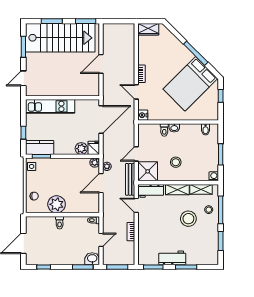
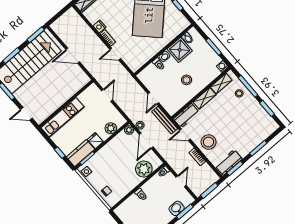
door: (101, 64) -> (73, 56), hinge flipped
door: (23, 78) -> (26, 114), hinge flipped
nightstand: (143, 115) -> (99, 27), moved
door: (101, 120) -> (107, 95), width x0.53
fridge: (94, 148) -> (95, 141), moved
shower: (148, 171) -> (180, 50), moved
plant: (57, 204) -> (144, 169), moved
stool: (188, 219) -> (209, 142), moved
workbench: (172, 258) -> (229, 162), moved
washbasin: (92, 259) -> (177, 208), moved

